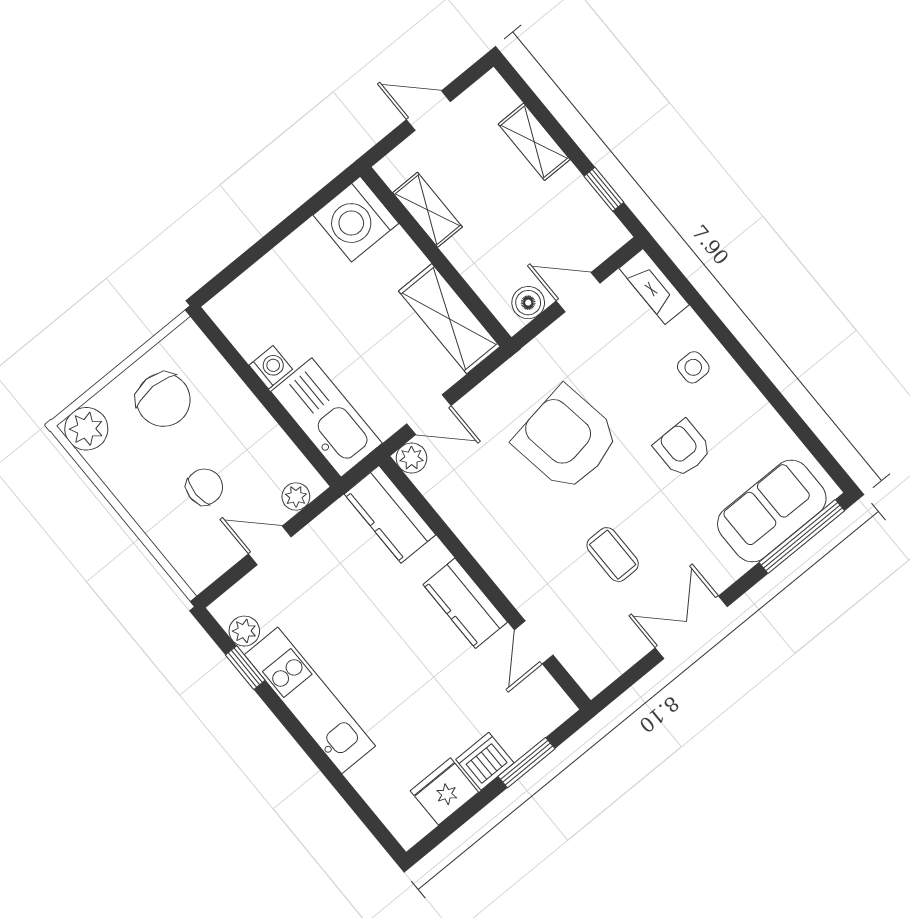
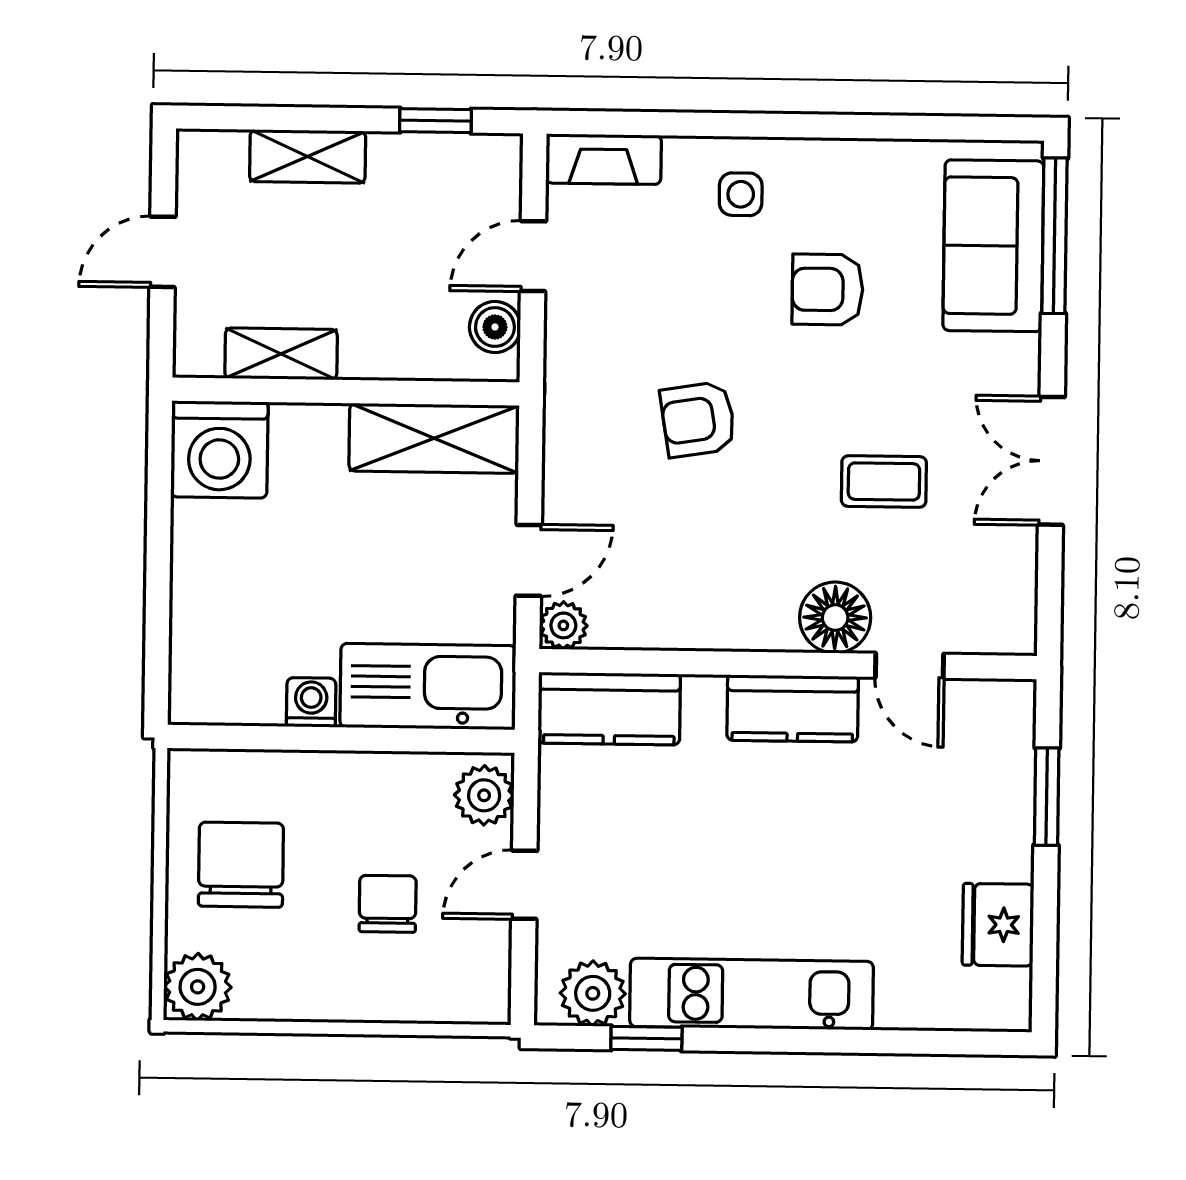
chair: (163, 400) -> (241, 865), turned -90
armchair: (567, 439) -> (698, 419), width x0.53, depth x0.53
plant: (296, 497) -> (484, 795), width x1.38, depth x1.38
floor lamp: (527, 587) -> (835, 618), added
plant: (244, 631) -> (593, 993), width x1.38, depth x1.38
dishwasher: (485, 761) -> (1003, 845), removed

